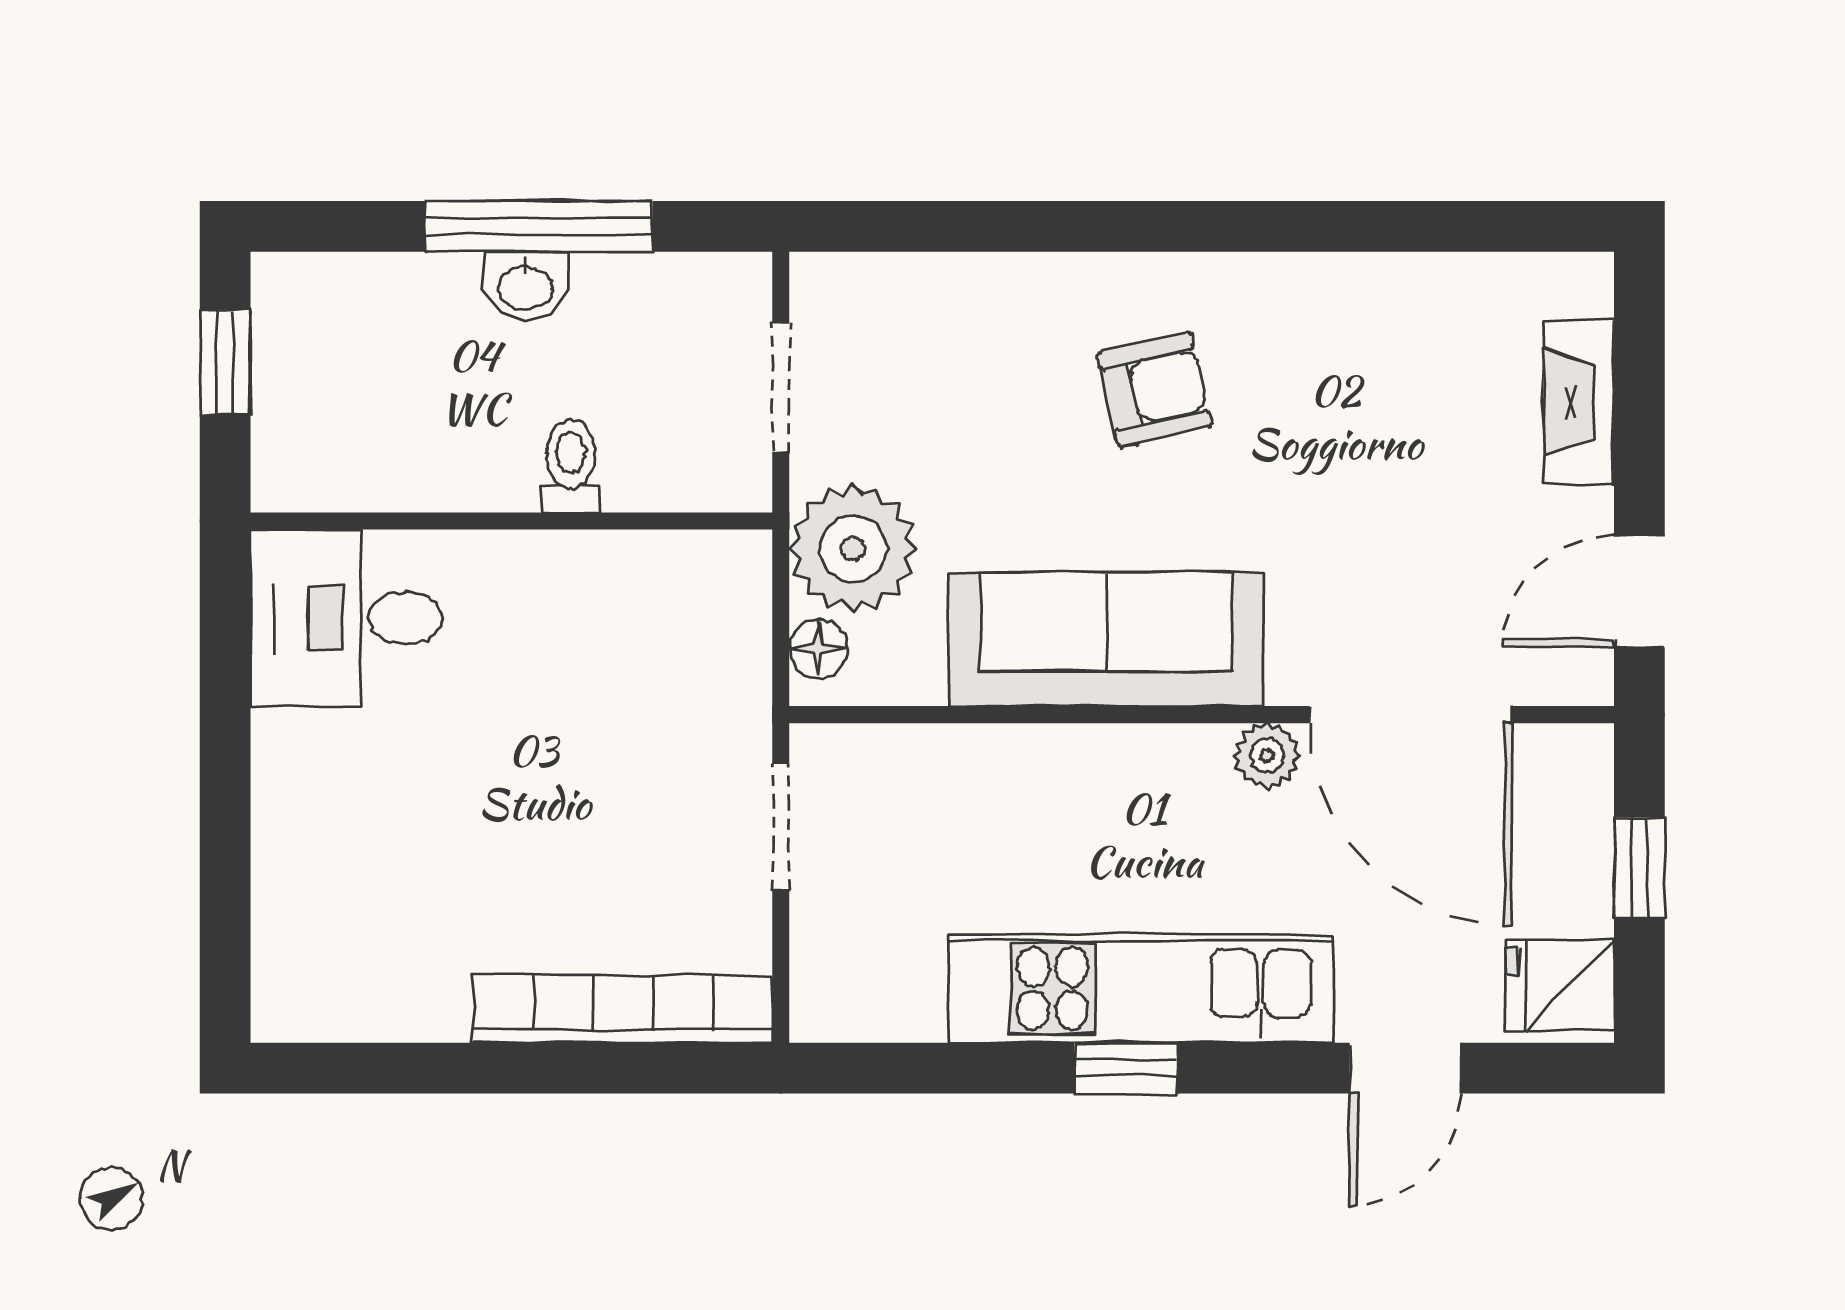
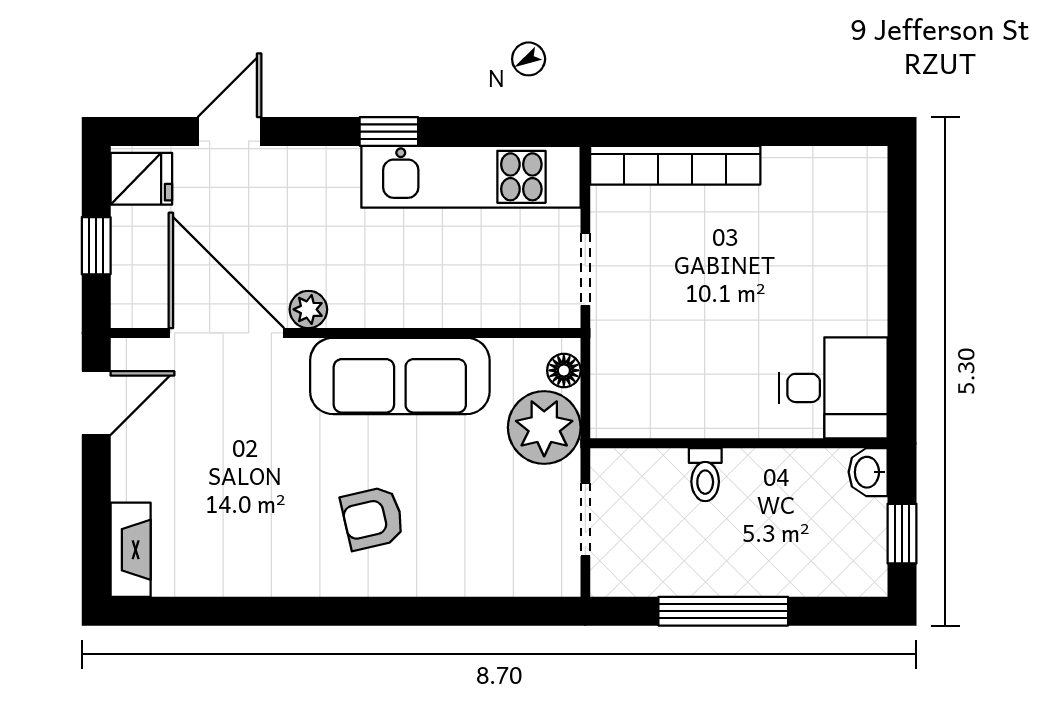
washbasin: (526, 286) -> (868, 472), moved, turned -90
fireplace: (1579, 402) -> (131, 550), moved
kitchen unit: (1141, 989) -> (471, 177), moved

